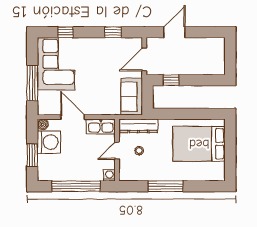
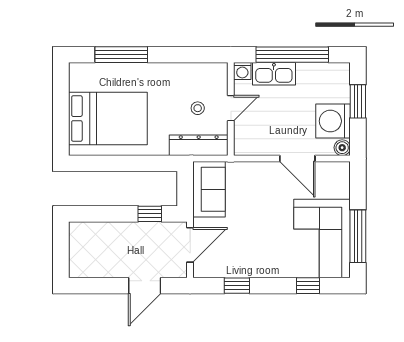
window: (32, 83) -> (358, 236), moved
kitchen sink: (101, 127) -> (274, 74), moved, turned 180
window: (165, 186) -> (121, 55), moved

